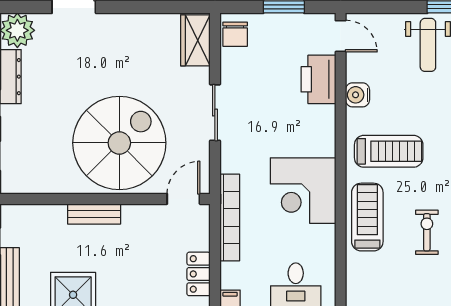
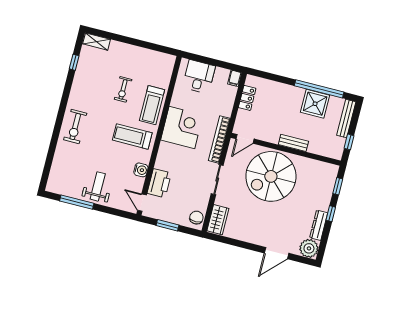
bookcase: (230, 217) -> (219, 139), moved

